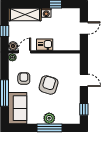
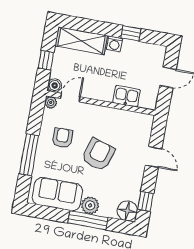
kitchen sink: (45, 45) -> (127, 96), moved
sofa: (18, 108) -> (57, 194), moved, turned -90
floor lamp: (73, 117) -> (127, 211), added

